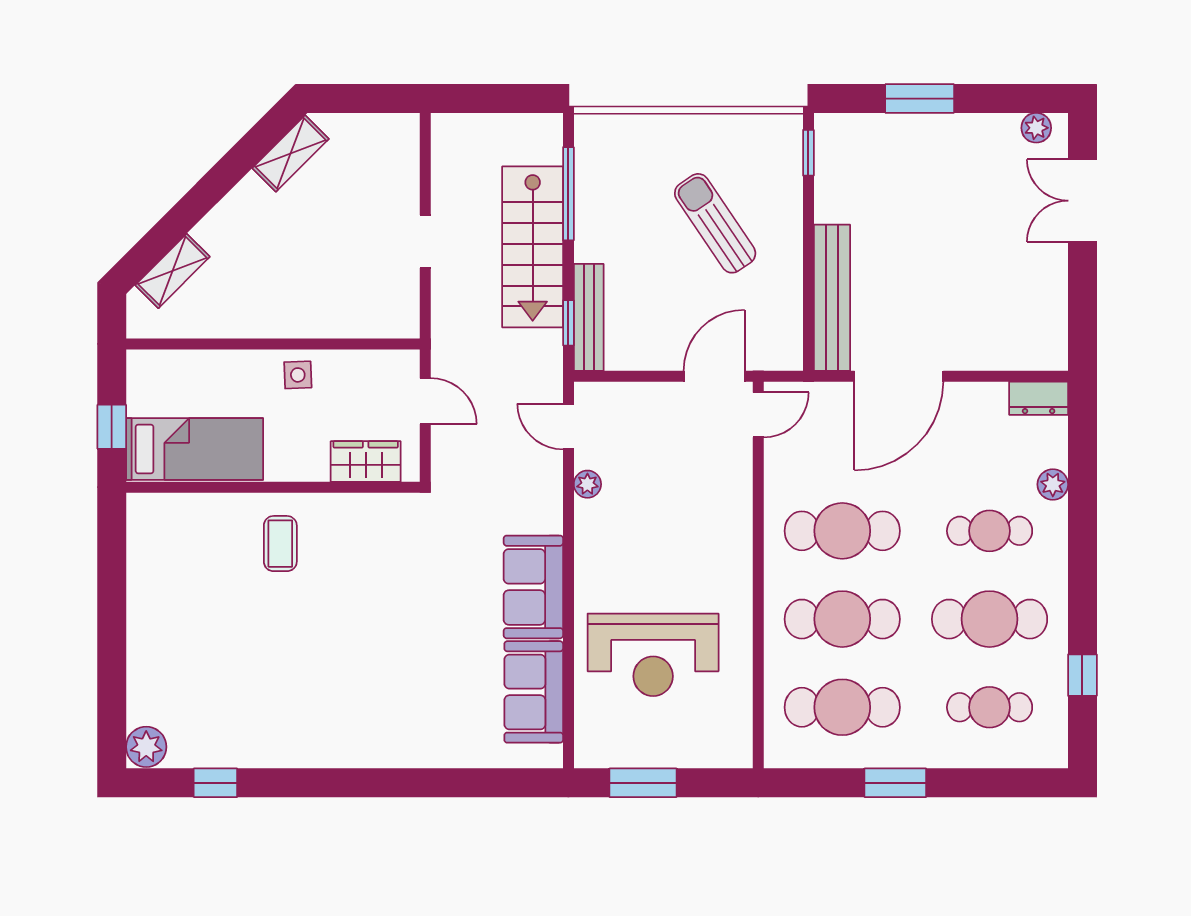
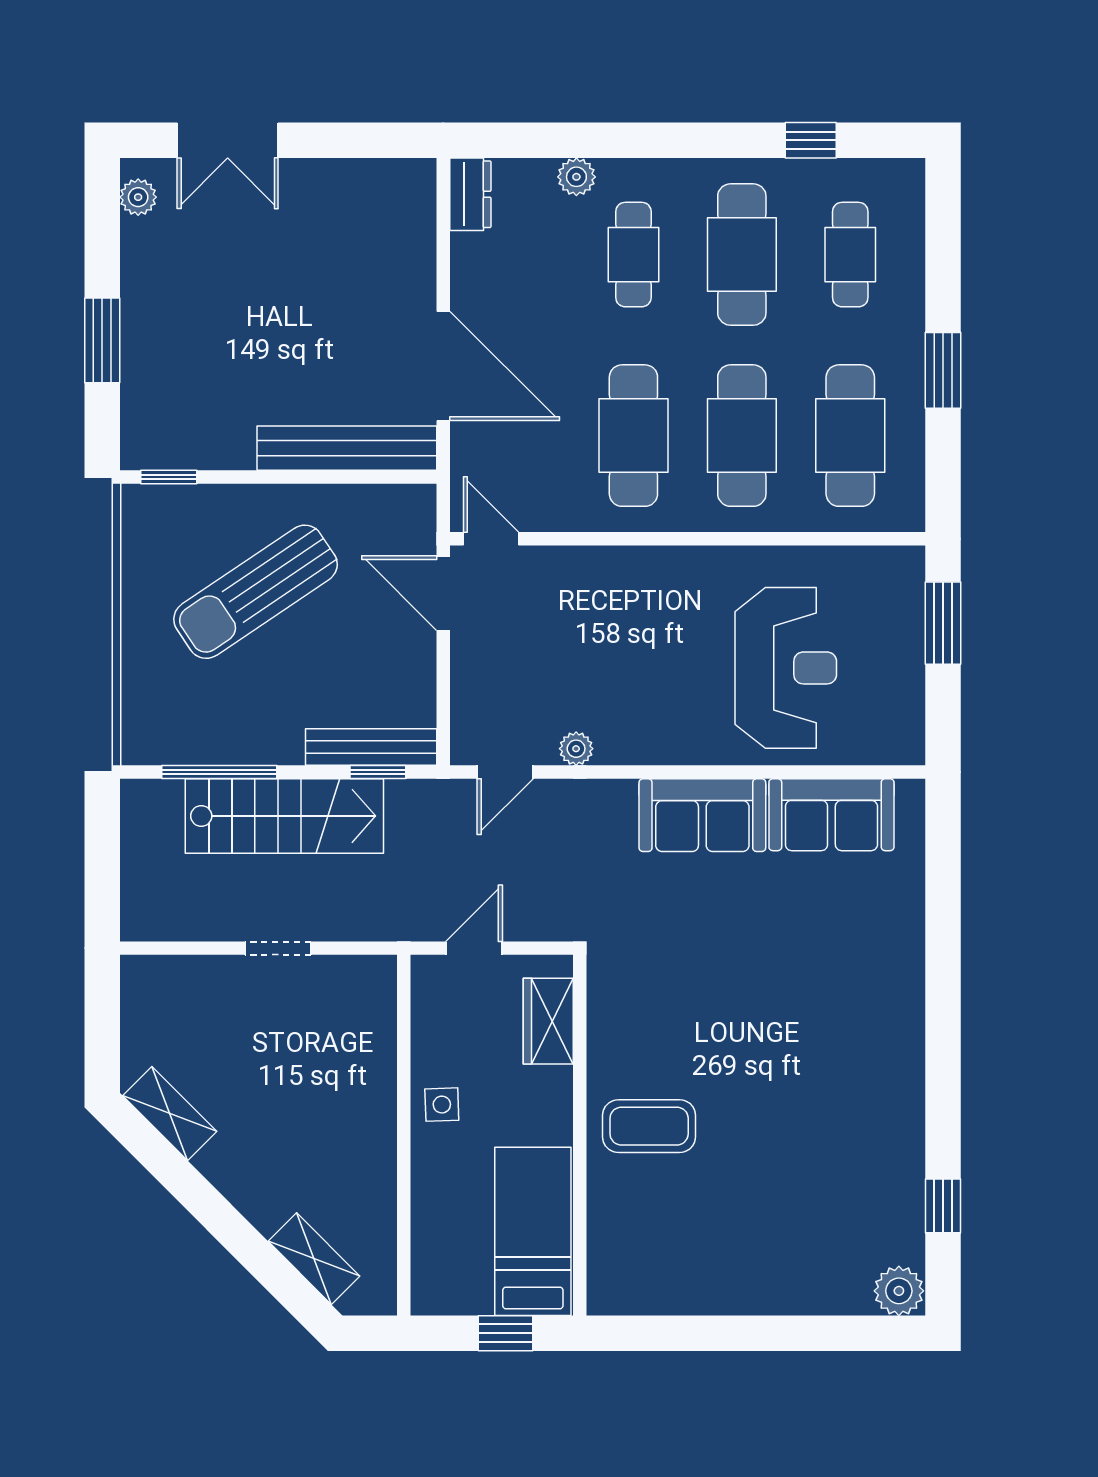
sun lounger: (715, 223) -> (256, 592), width x1.36, depth x1.34
coffee table: (280, 544) -> (649, 1126), width x1.36, depth x1.30
window: (643, 783) -> (943, 623), moved

